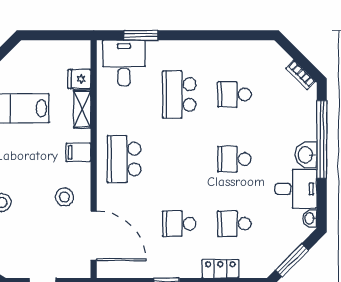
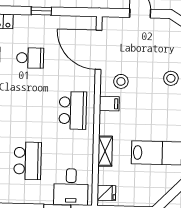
fridge: (79, 79) -> (106, 193), moved
filing cabinet: (79, 152) -> (109, 104), moved

